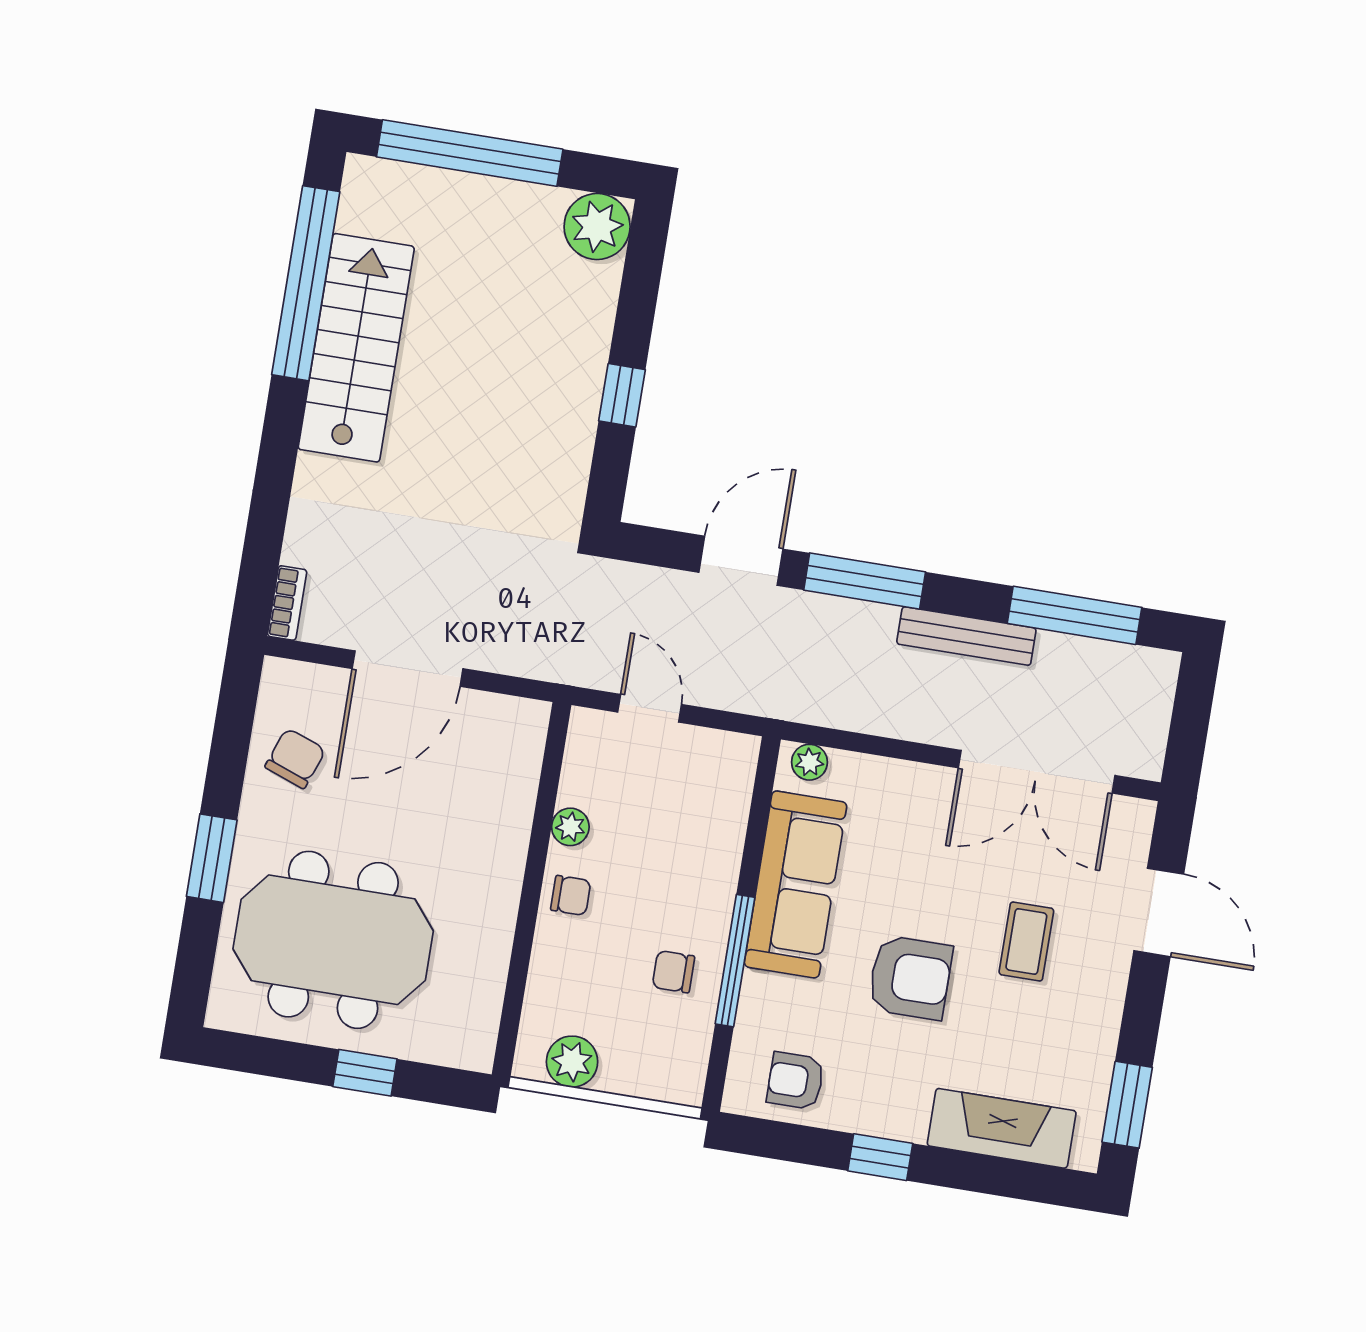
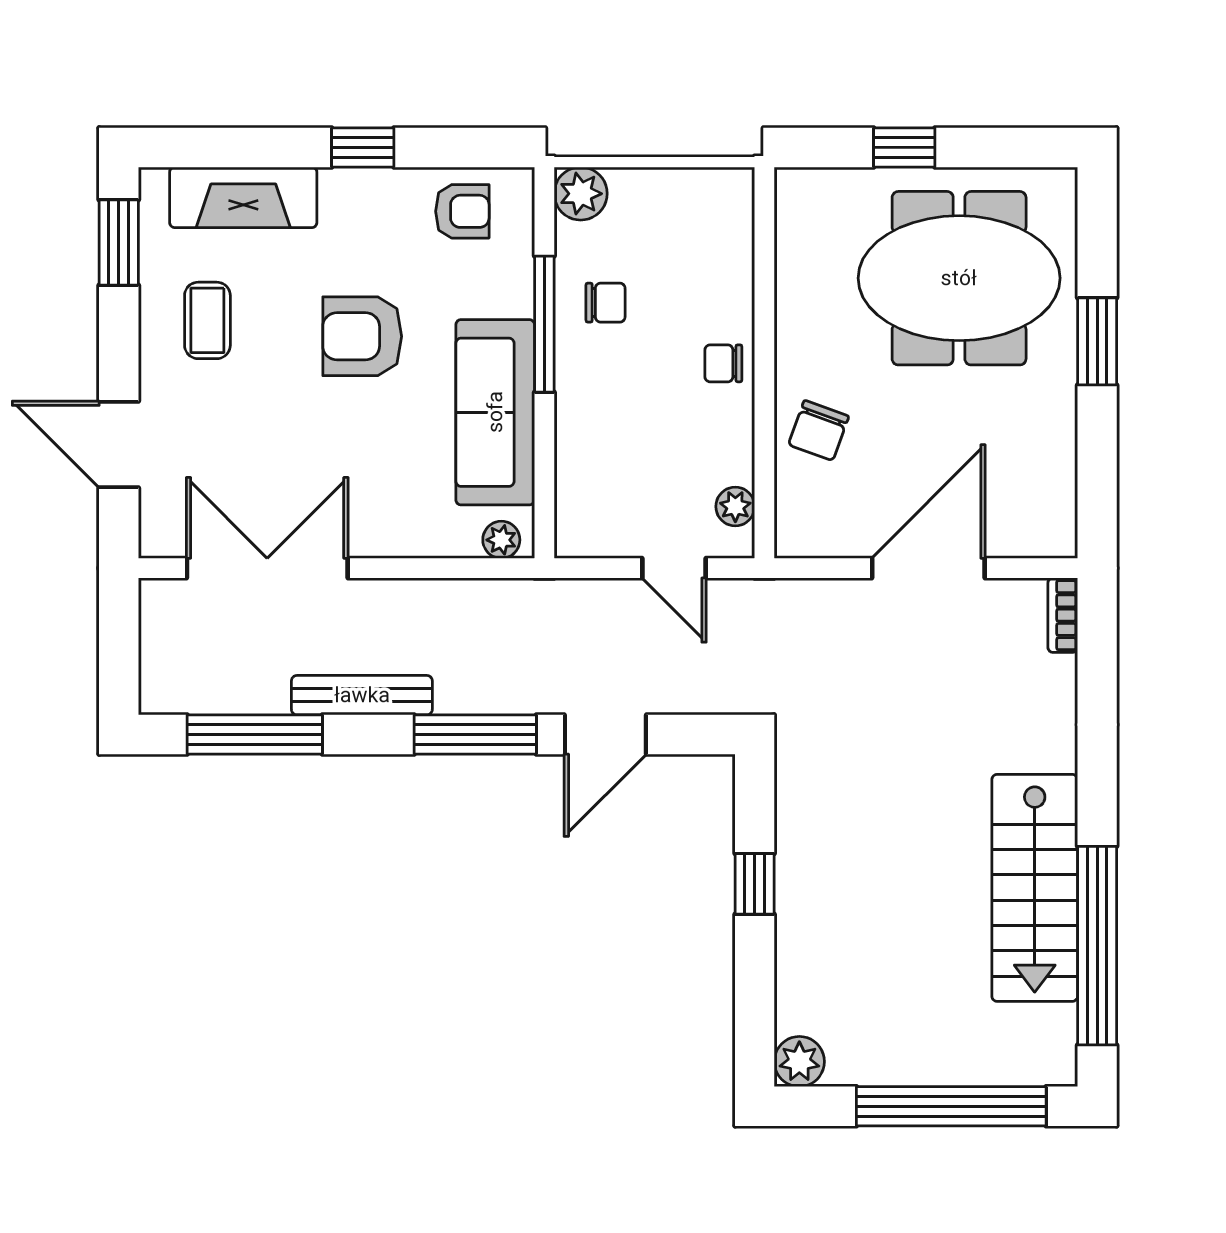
plant: (597, 226) -> (799, 1062), width x0.73, depth x0.73
chair: (295, 758) -> (819, 430), moved
plant: (570, 827) -> (735, 506), moved
coffee table: (1026, 941) -> (207, 320), moved
plant: (572, 1062) -> (581, 194), moved

